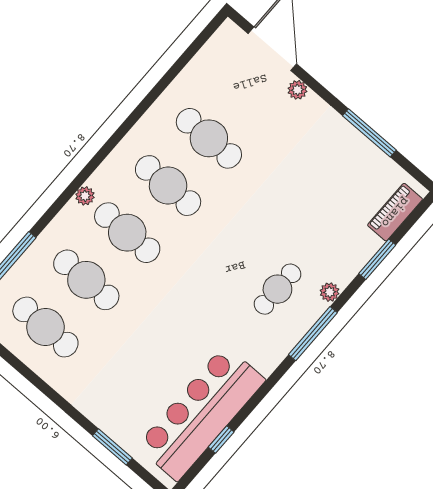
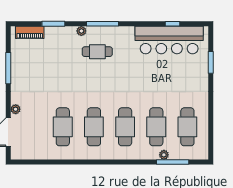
plant: (85, 196) -> (164, 155), moved

